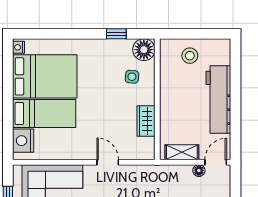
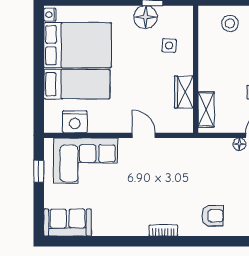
floor lamp: (144, 50) -> (145, 17), moved
nightstand: (23, 141) -> (75, 122), moved, turned -90
shelving: (182, 152) -> (206, 109), moved, turned 90

